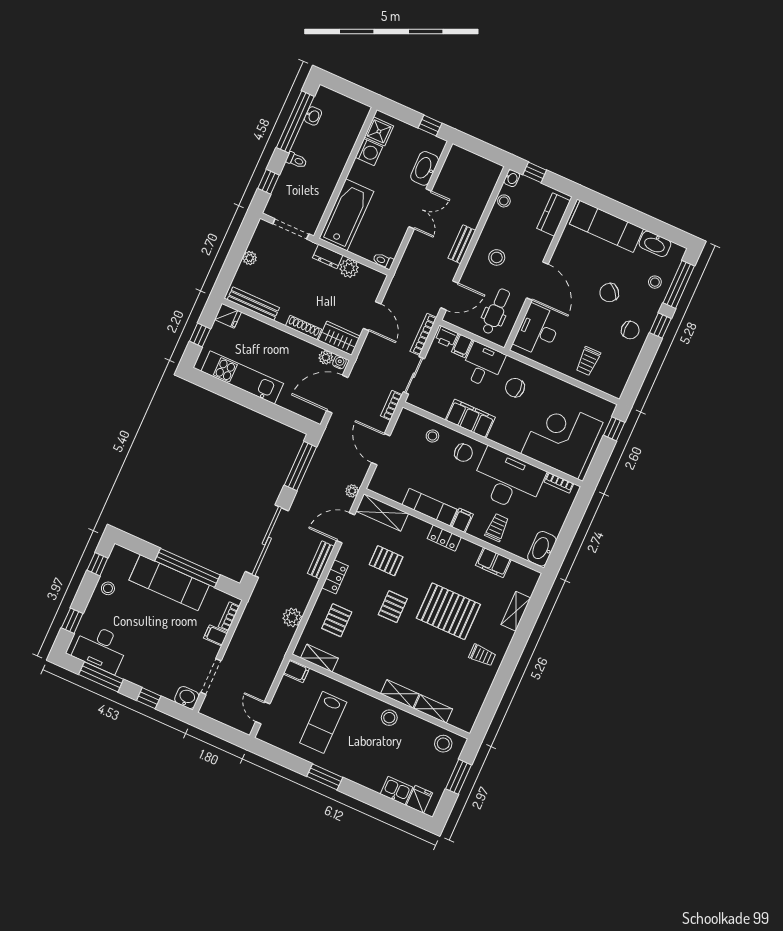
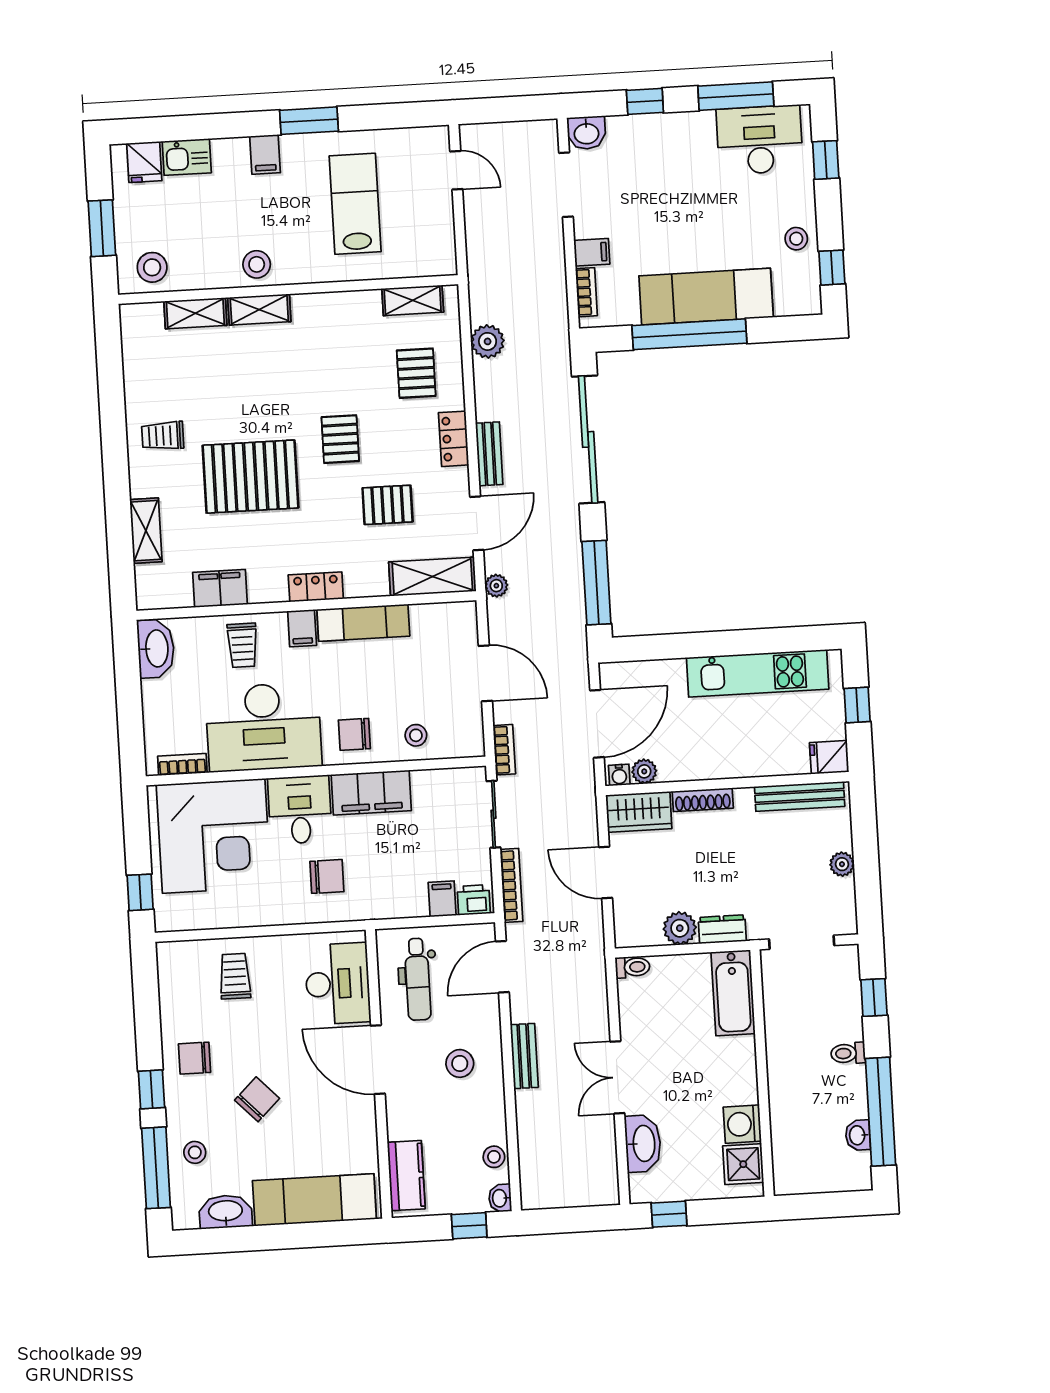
bathtub: (346, 215) -> (733, 993), width x0.73, depth x0.73
desk: (483, 365) -> (300, 810), moved, turned 180
filing cabinet: (296, 671) -> (265, 154), moved, turned -90

